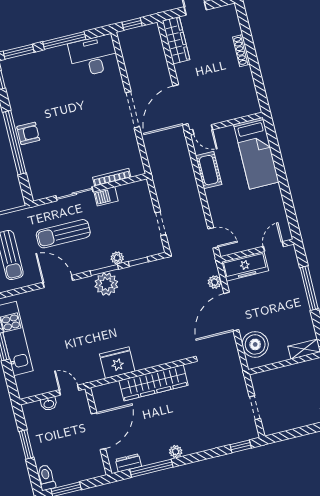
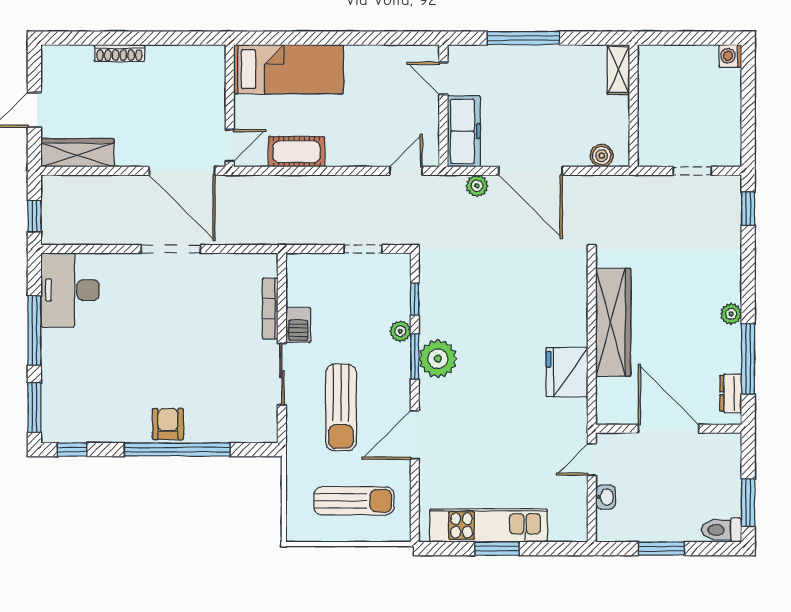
boiler: (255, 344) -> (602, 156), width x0.54, depth x0.54

